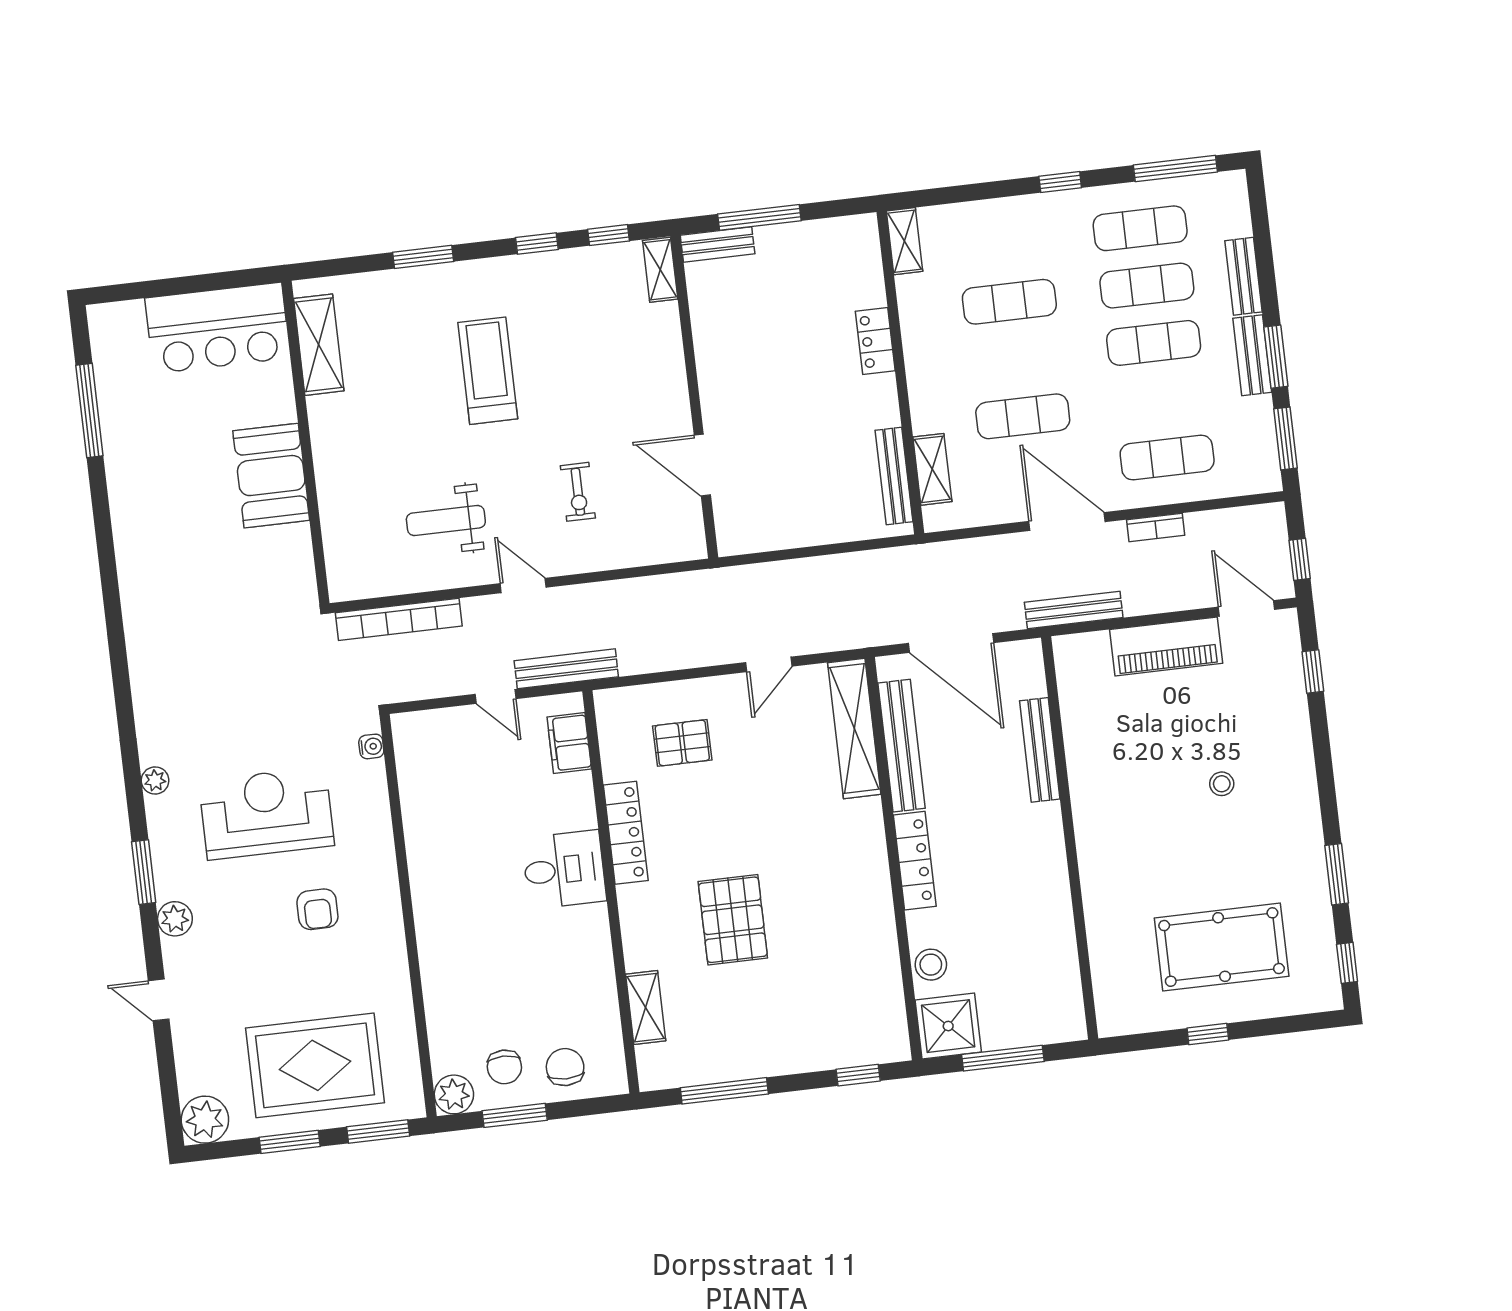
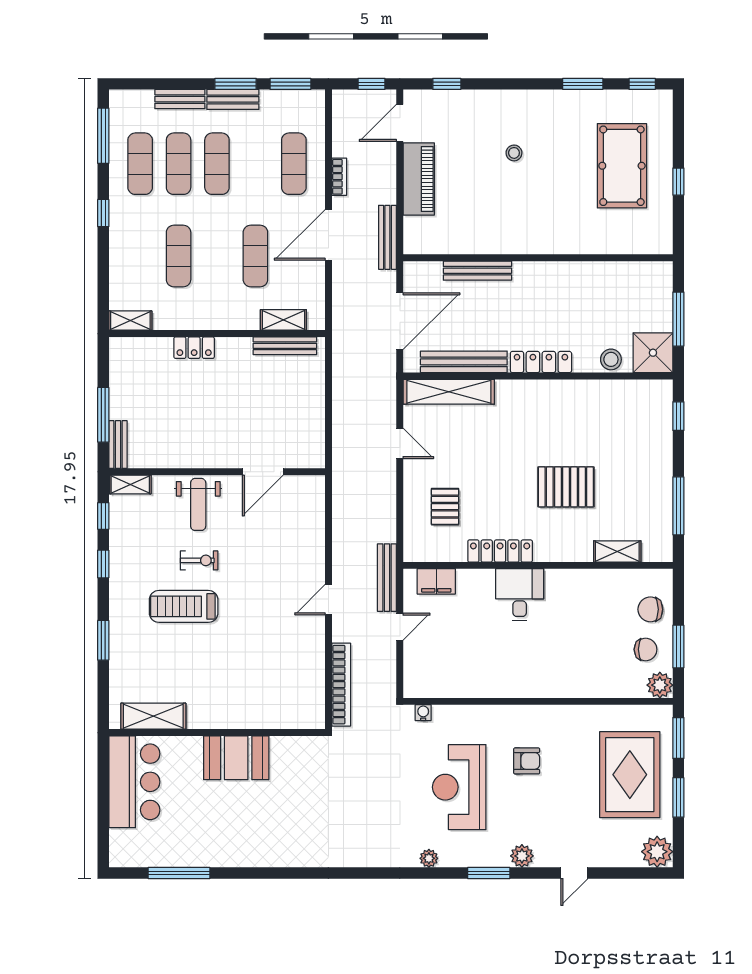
exercise bike: (578, 492) -> (199, 560), moved
weight bench: (446, 520) -> (198, 504), moved

